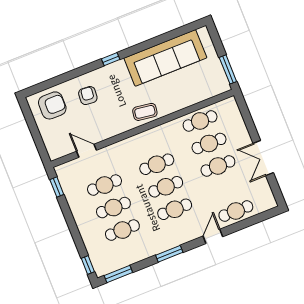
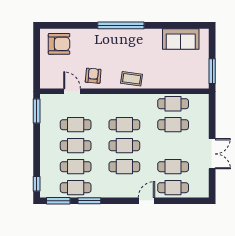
sofa: (165, 58) -> (181, 39), width x0.54, depth x0.79
window: (111, 59) -> (121, 25), width x3.17
armchair: (88, 96) -> (93, 76), moved
double door: (263, 158) -> (212, 154), swing flipped
cafe table: (218, 166) -> (173, 167), moved
window: (57, 187) -> (37, 111), width x1.50
cafe table: (131, 253) -> (76, 188), added
window: (169, 254) -> (89, 201), moved

